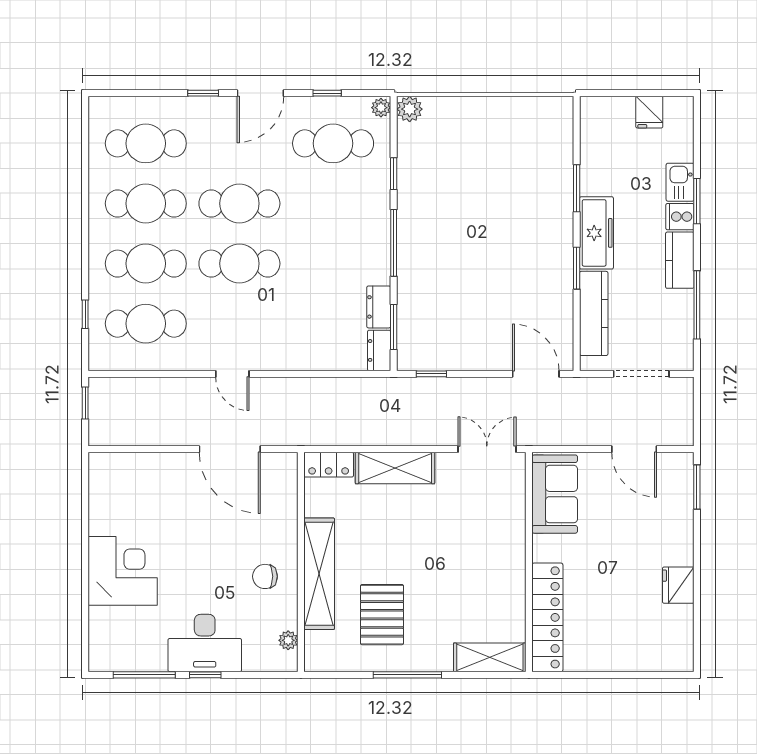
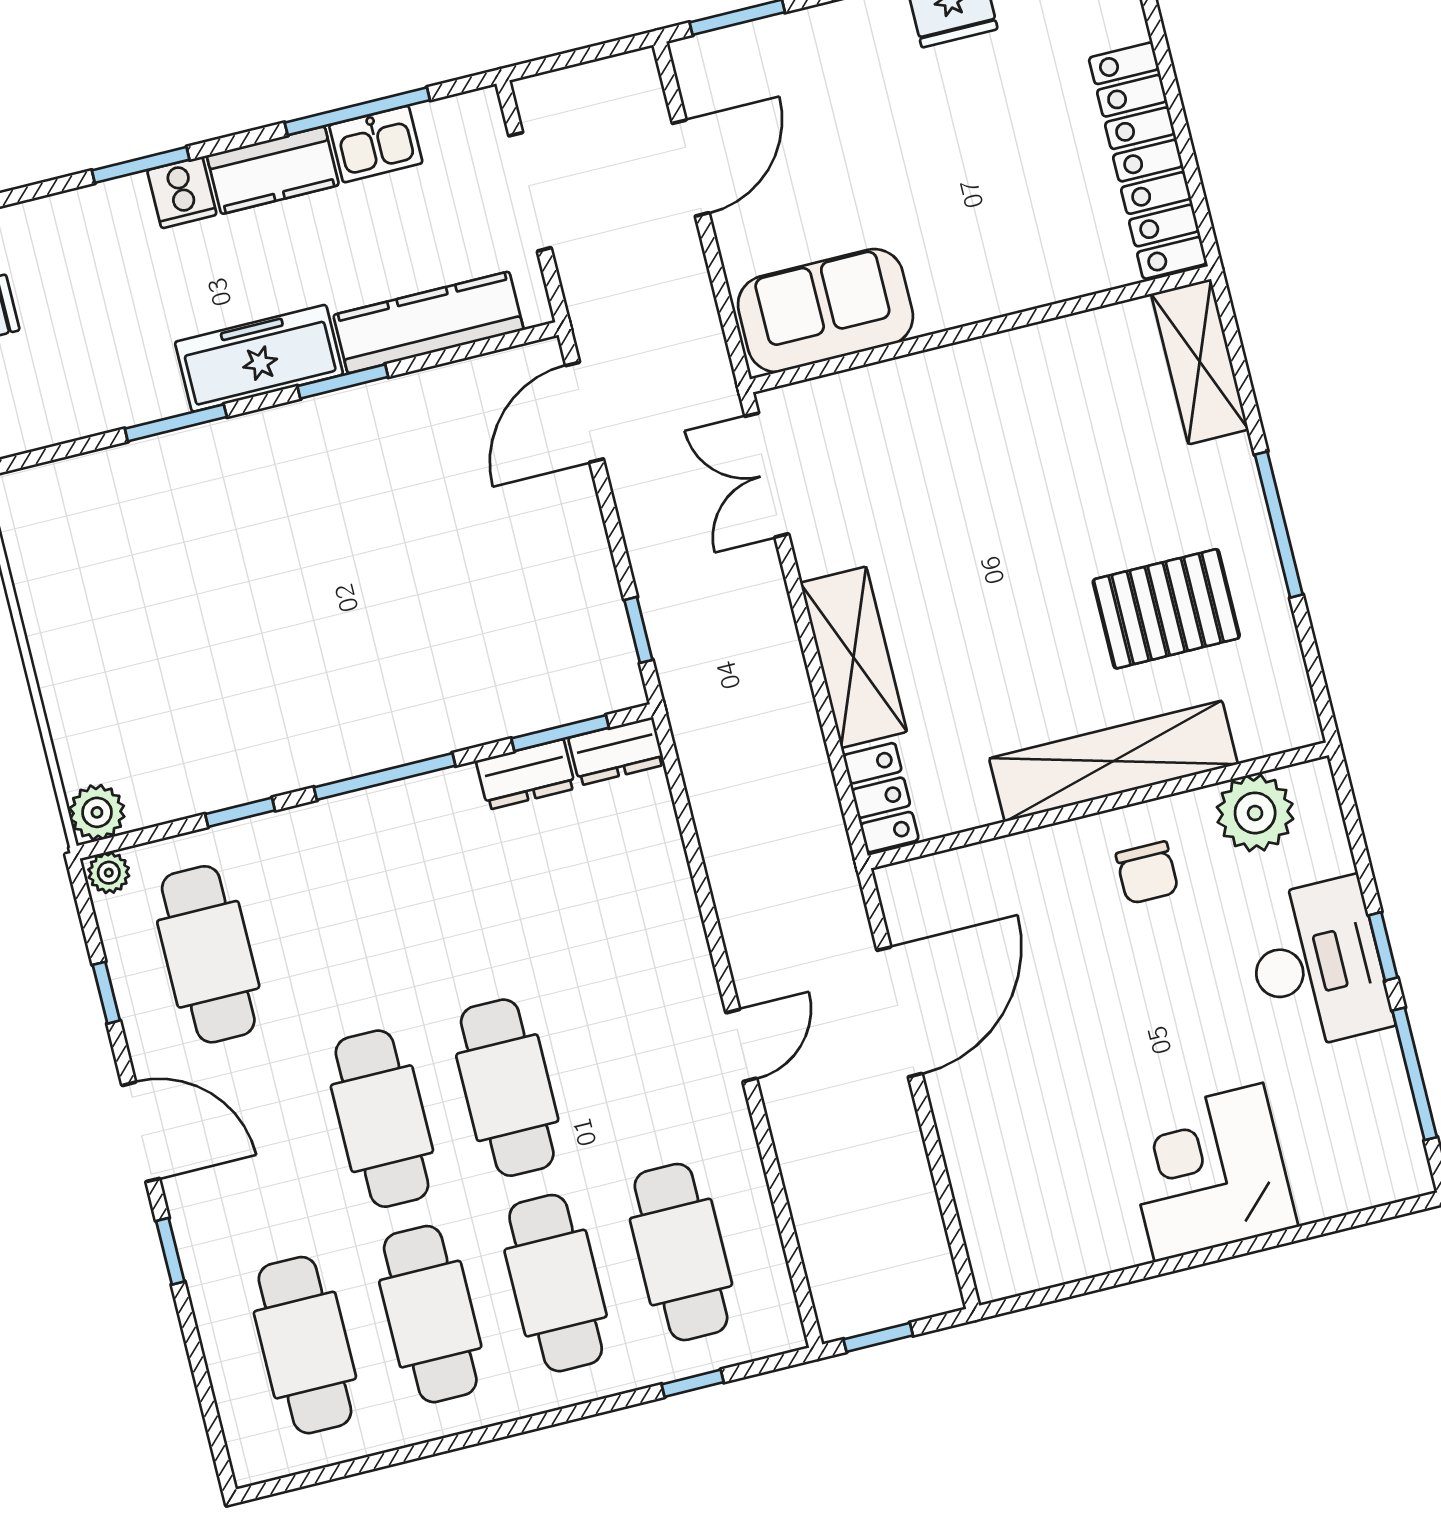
kitchen sink: (680, 182) -> (376, 144), moved
locker: (547, 617) -> (1148, 161), moved, turned -90
plant: (288, 640) -> (1255, 813), width x1.88, depth x1.88

